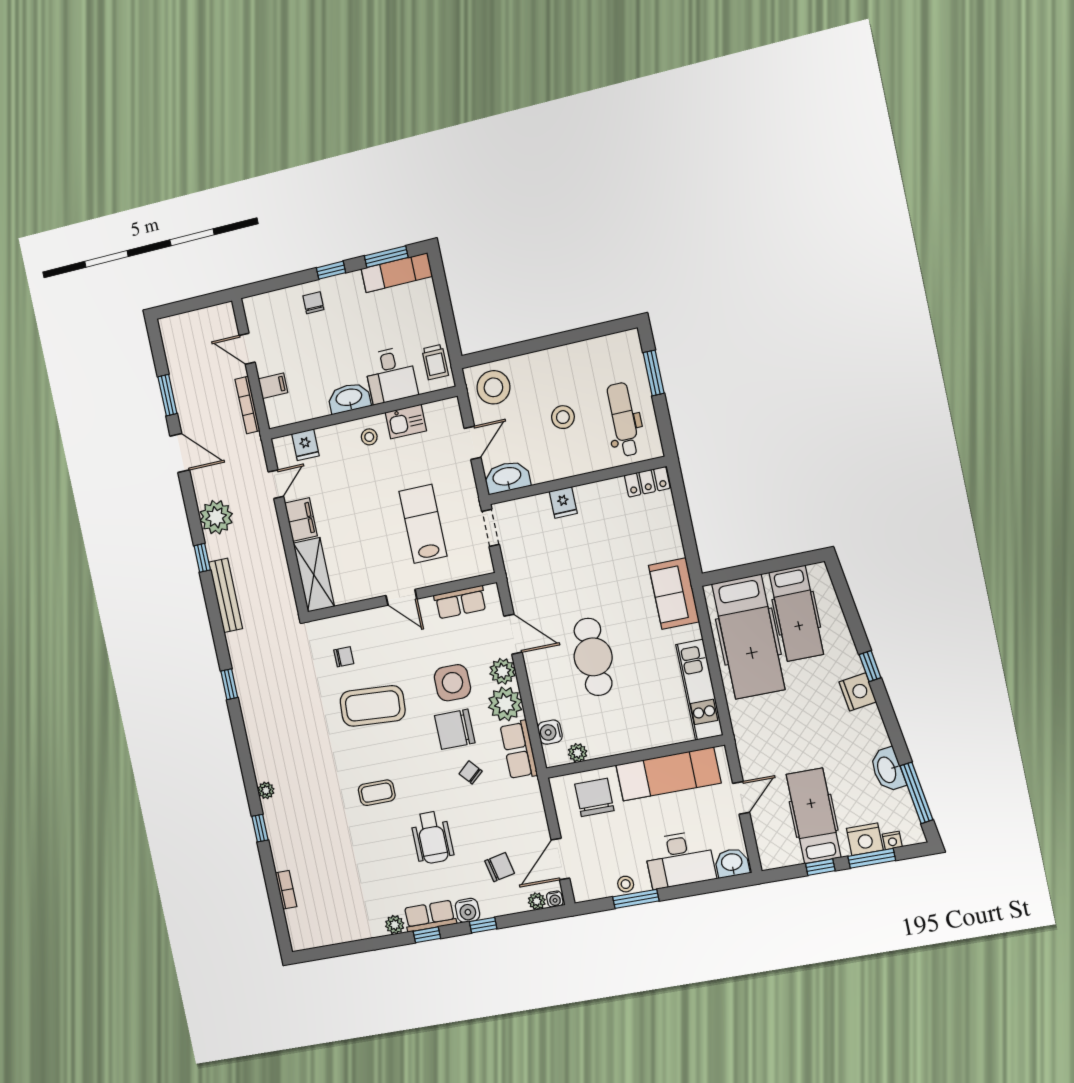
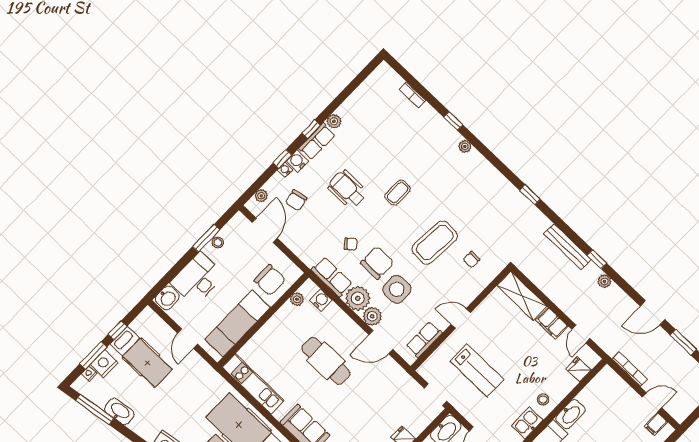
filing cabinet: (273, 386) -> (656, 424), moved
plant: (216, 517) -> (604, 281), width x0.53, depth x0.53
water cooler: (555, 899) -> (285, 170), moved

